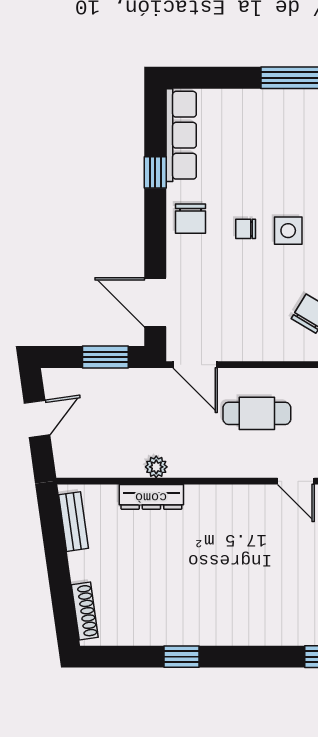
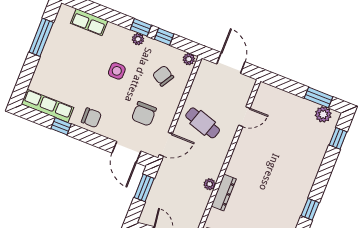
chair: (246, 229) -> (144, 114), moved, width x1.87, depth x1.87
door: (155, 302) -> (126, 152), hinge flipped
cafe table: (257, 413) -> (203, 123), turned -72

